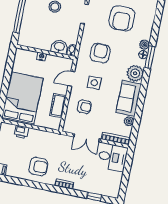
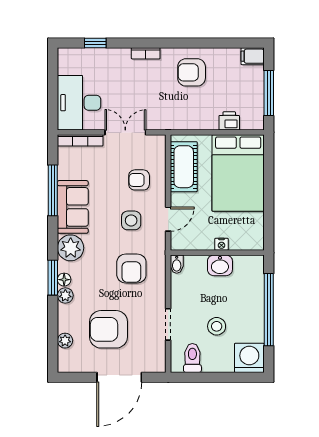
armchair: (122, 18) -> (109, 329), turned -90
washbasin: (59, 47) -> (220, 265), moved
cot: (58, 106) -> (184, 167), width x1.37, depth x1.34
window: (139, 111) -> (53, 190), added
plant: (129, 121) -> (65, 341), moved
desk: (113, 157) -> (79, 103), width x1.37

